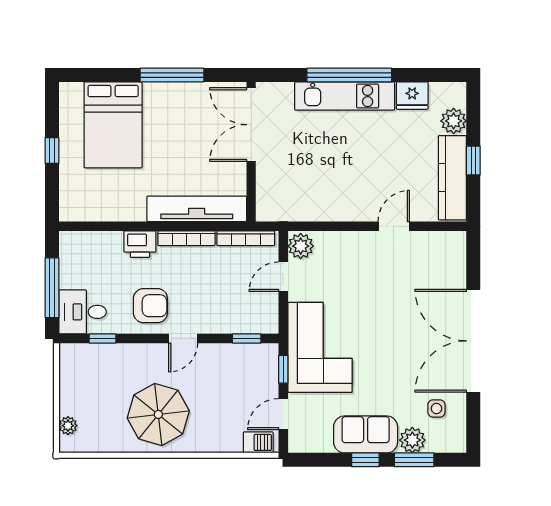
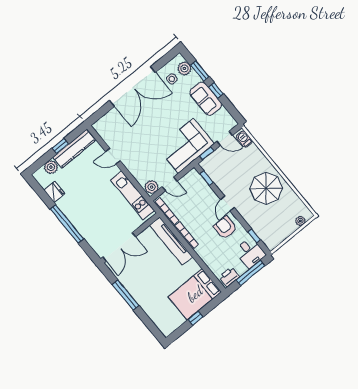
kitchen unit: (345, 96) -> (133, 195), moved, turned 180
bed: (113, 125) -> (195, 294), moved, turned 180
printer: (140, 244) -> (229, 277), moved, turned -90
door: (183, 338) -> (227, 204), swing flipped
plant: (412, 440) -> (184, 68), moved

